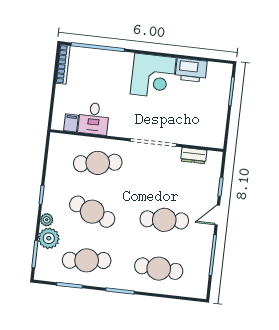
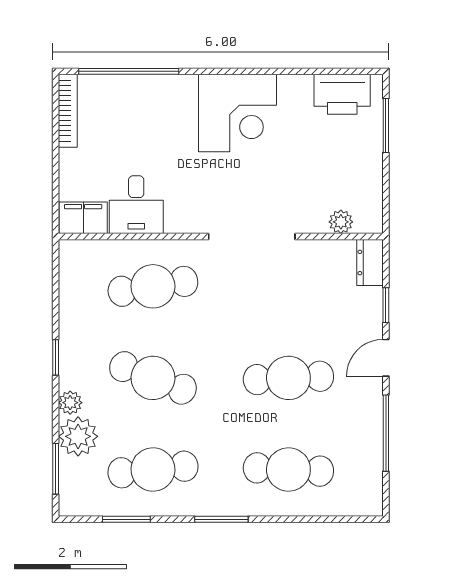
printer: (191, 70) -> (342, 94), moved
filing cabinet: (71, 123) -> (83, 218), width x2.00
plant: (202, 140) -> (341, 222), added
dresser: (194, 156) -> (370, 263), moved, turned 90

